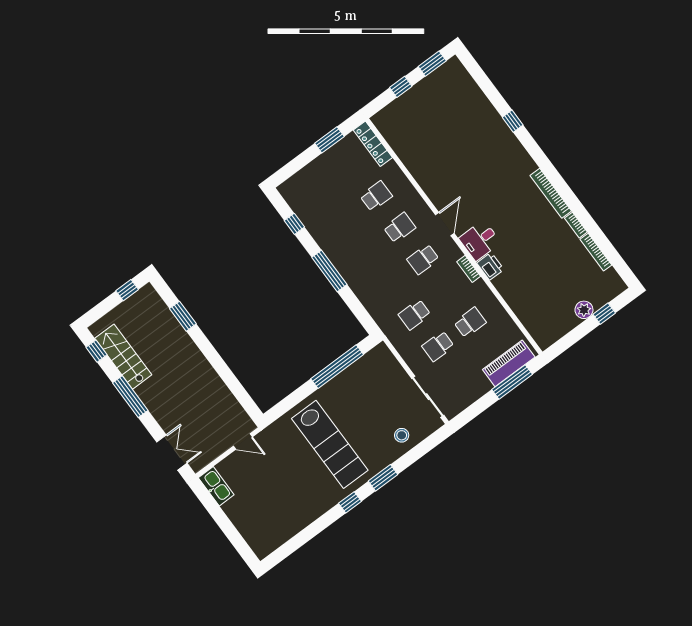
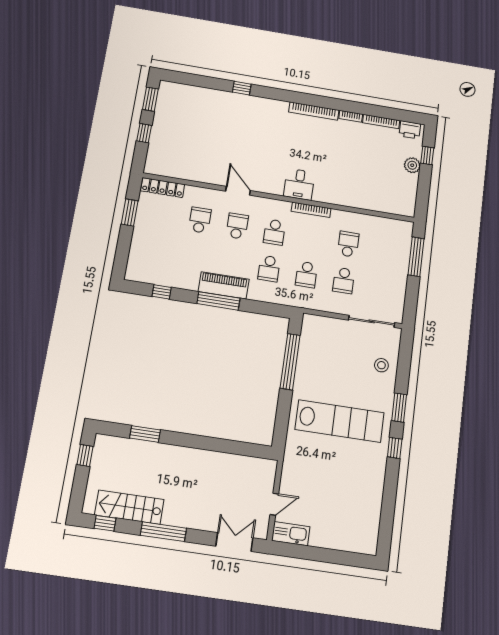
door: (445, 224) -> (238, 191), moved
printer: (490, 266) -> (410, 130), moved, turned 180
bookcase: (469, 269) -> (311, 210), width x1.56
school desk: (391, 283) -> (269, 269), added
piano: (509, 363) -> (224, 285), moved, turned 90
door: (243, 441) -> (274, 504), moved

